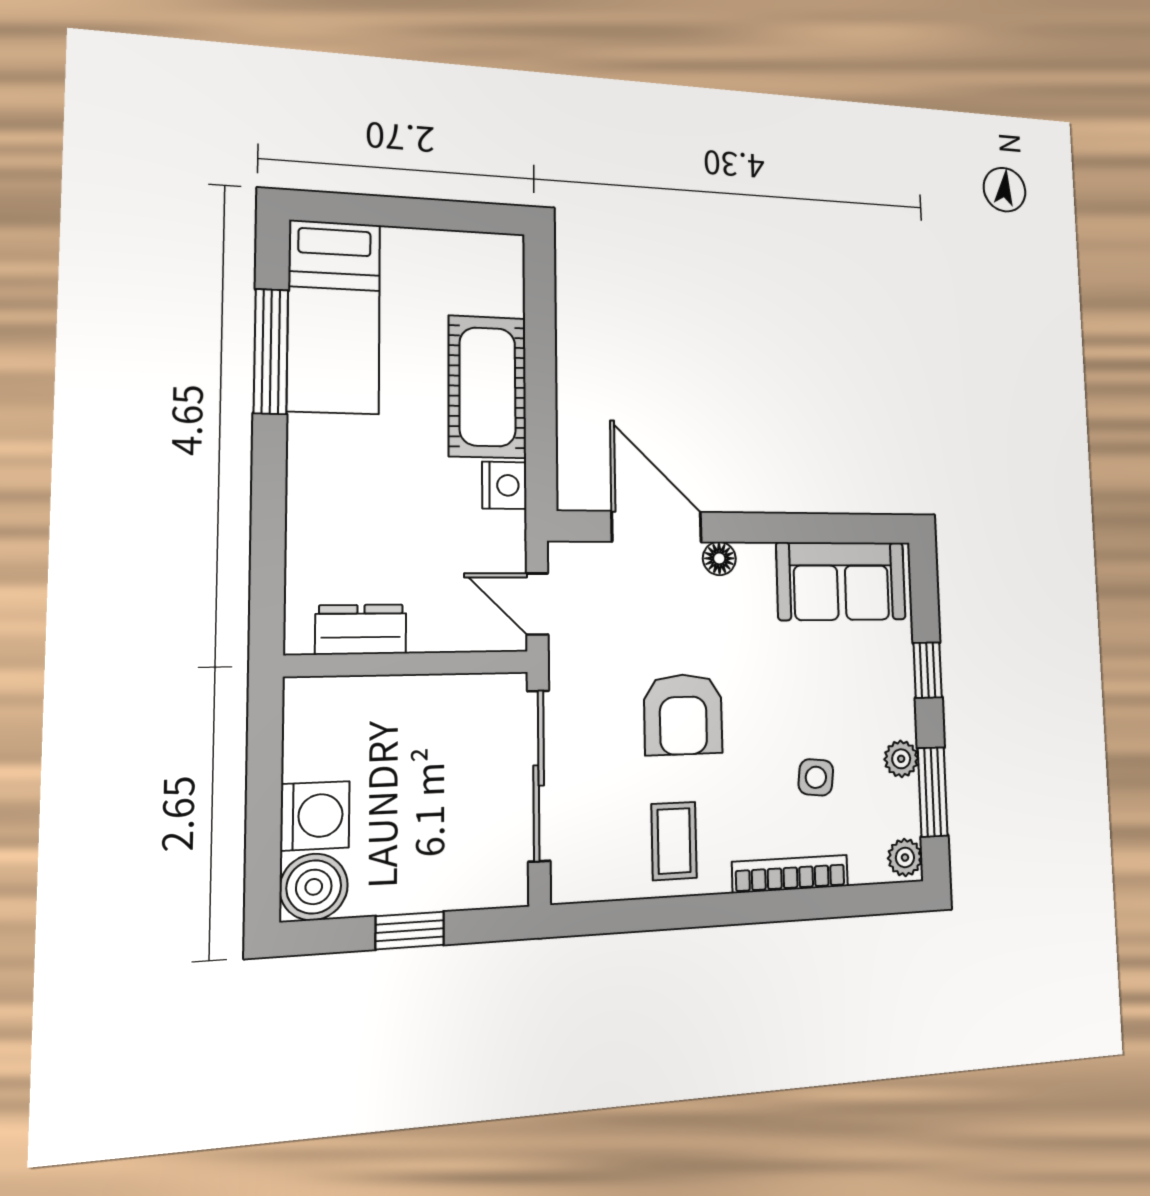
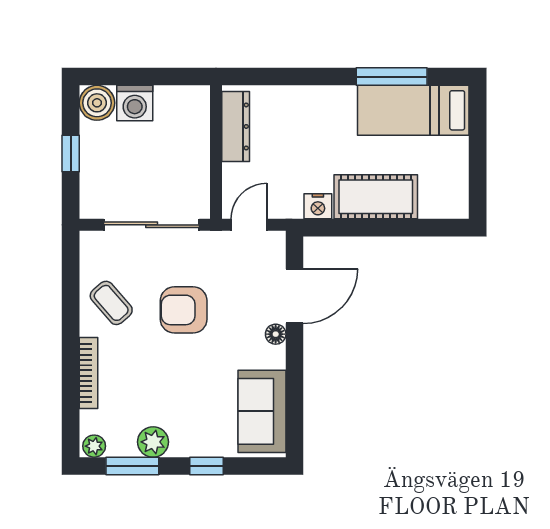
dresser: (361, 629) -> (236, 126), width x1.44
plant: (901, 759) -> (153, 442), width x1.38, depth x1.38
side table: (816, 777) -> (144, 391), removed
coffee table: (674, 841) -> (111, 303), turned 49

